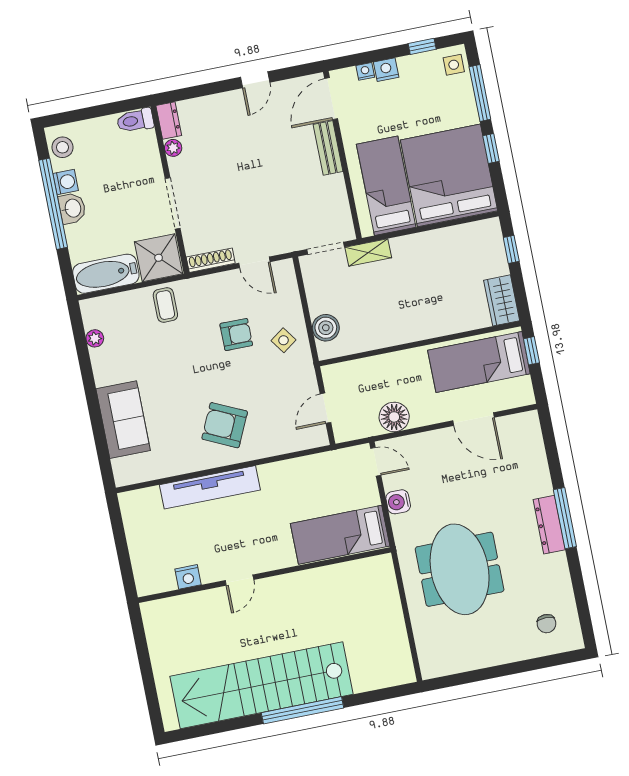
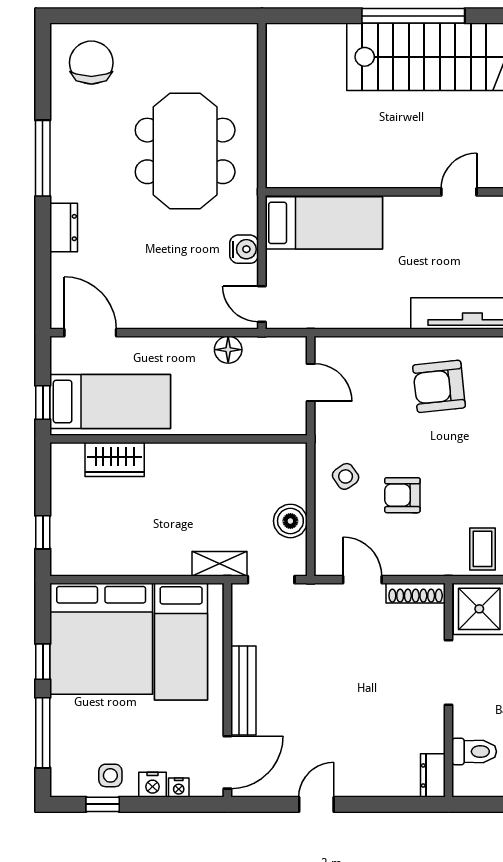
side table: (454, 65) -> (110, 775), moved
toilet: (135, 120) -> (474, 752), moved
plant: (173, 148) -> (434, 741), removed
bench: (328, 148) -> (243, 691), width x1.36
wardrobe: (502, 300) -> (115, 459), moved, turned 90
boiler: (326, 328) -> (290, 521), moved
door: (325, 408) -> (311, 382), hinge flipped
floor lamp: (394, 417) -> (228, 350), width x0.73, depth x0.73
door: (473, 419) -> (90, 333), moved
armchair: (225, 425) -> (439, 386), turned 149
window: (565, 518) -> (43, 158), moved
dresser: (549, 525) -> (64, 228), moved, width x0.70
chair: (547, 624) -> (91, 63), width x1.87, depth x1.87

